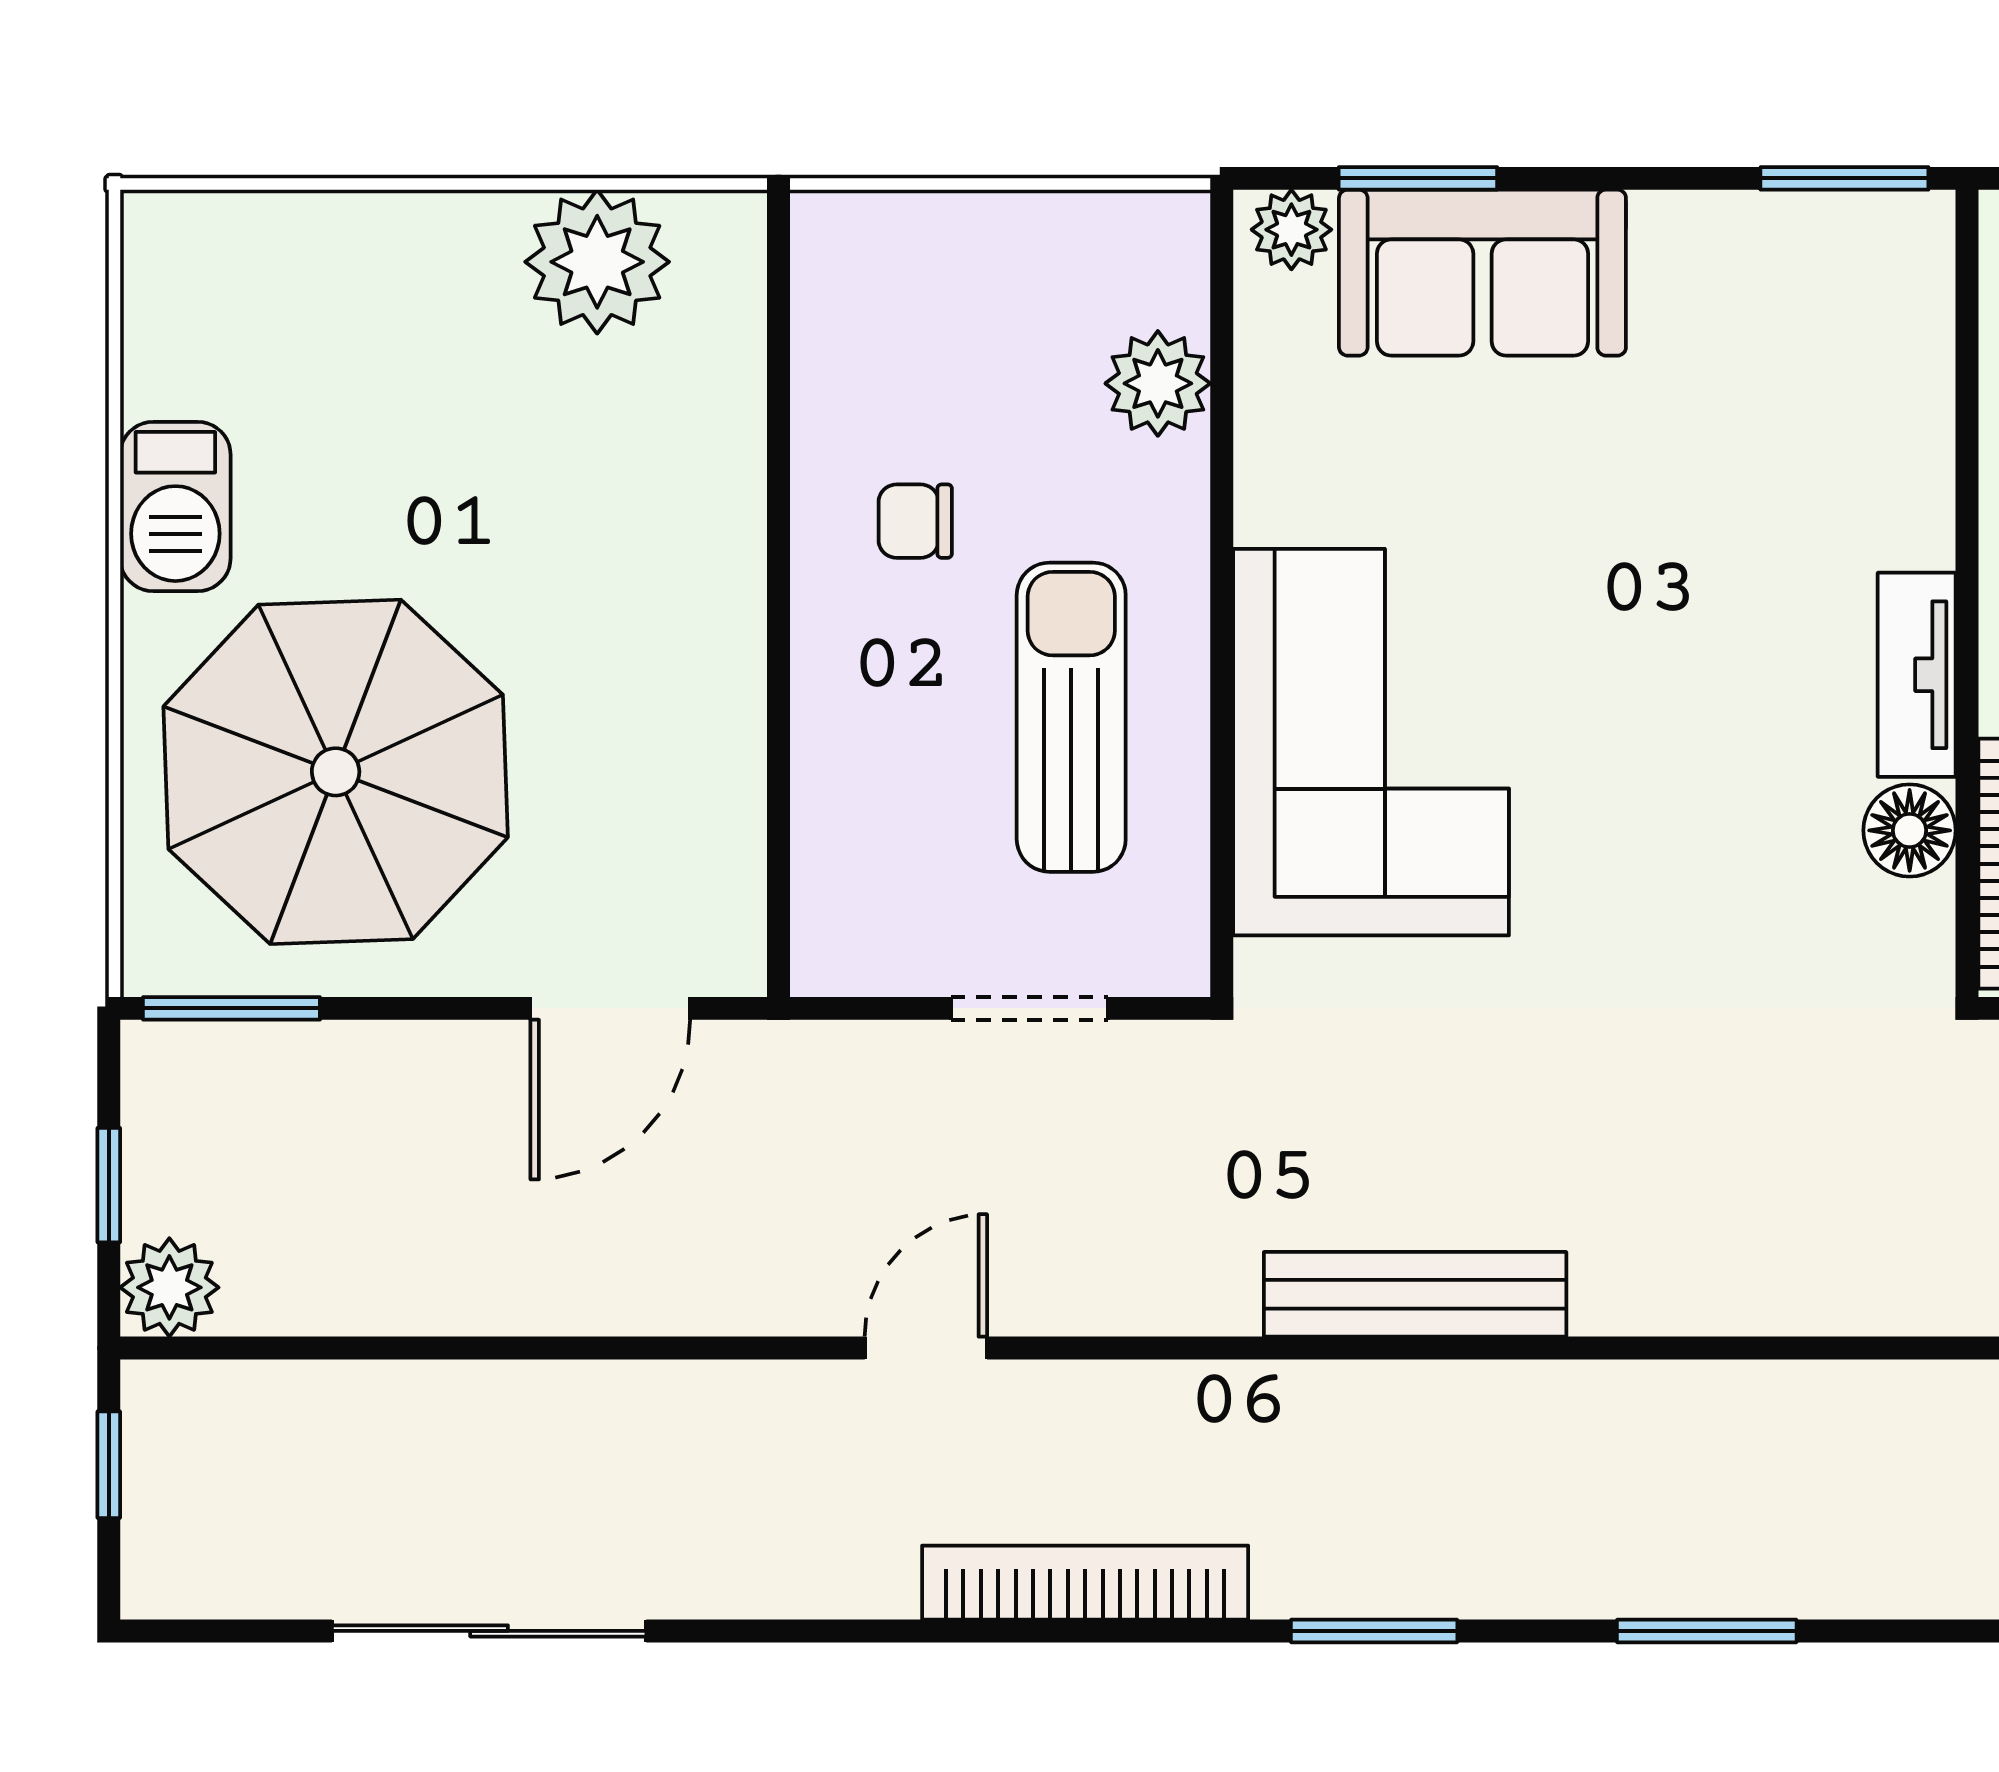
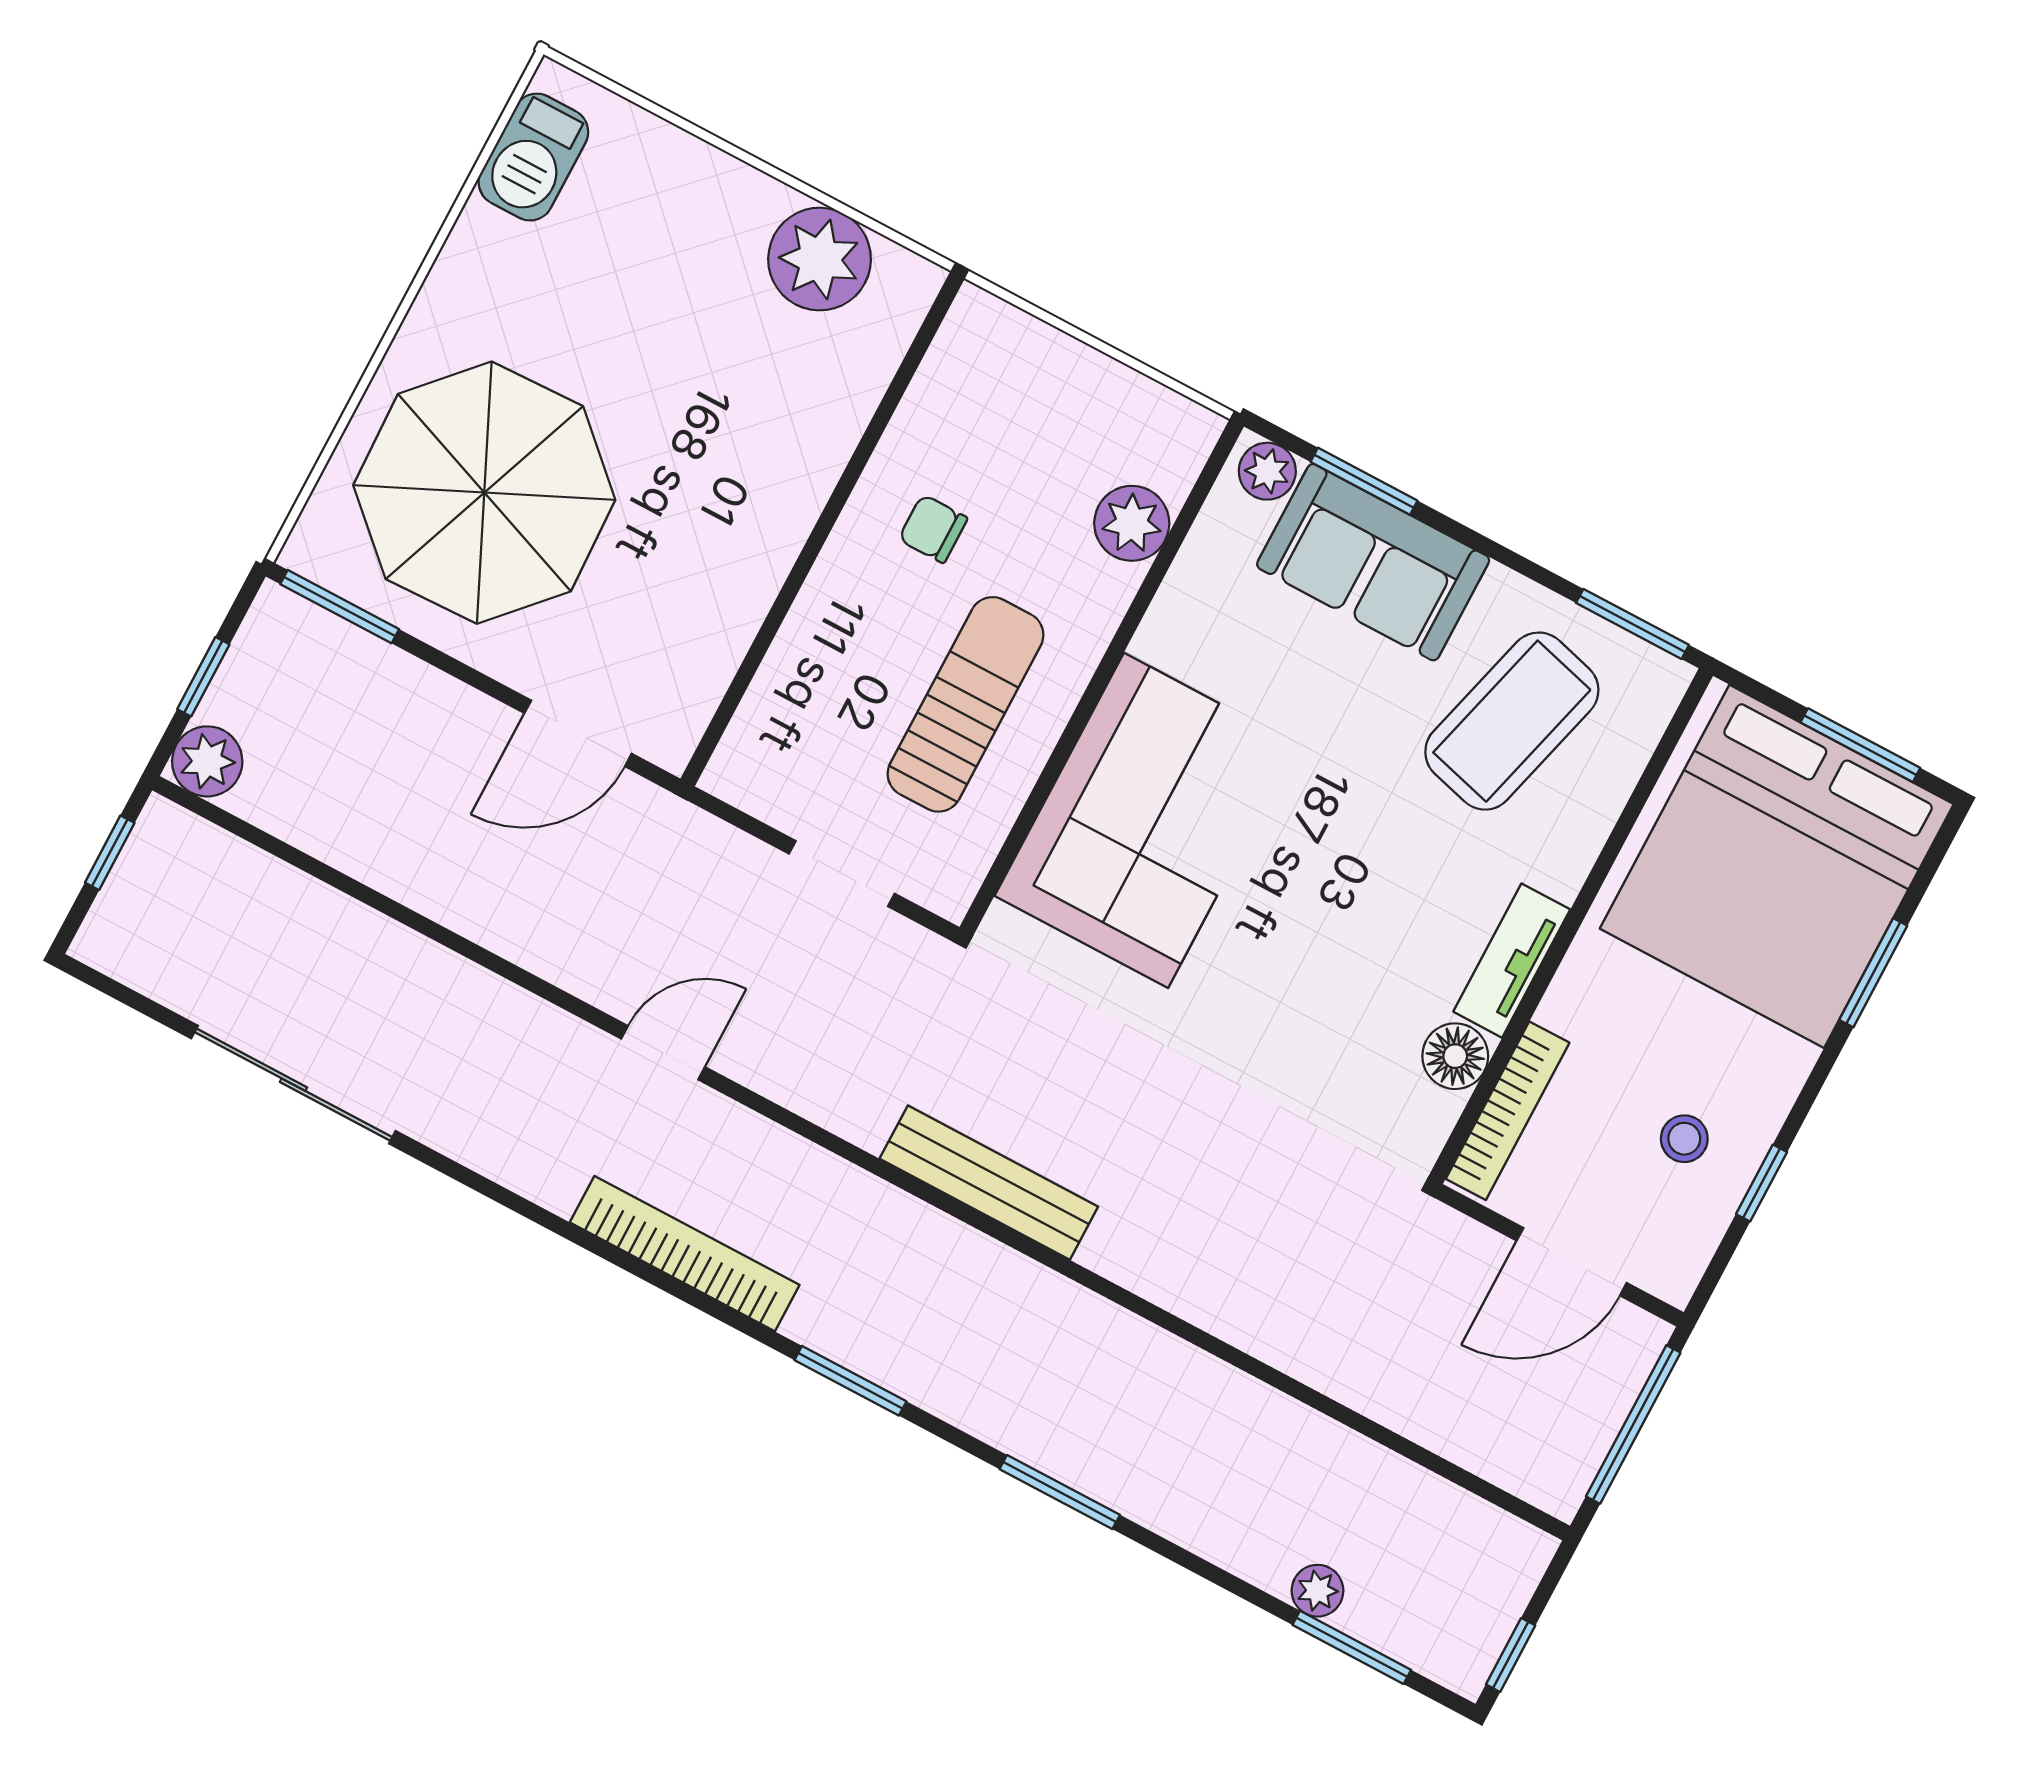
coffee table: (1759, 378) -> (1512, 721), added
barbecue: (175, 506) -> (533, 157), moved

